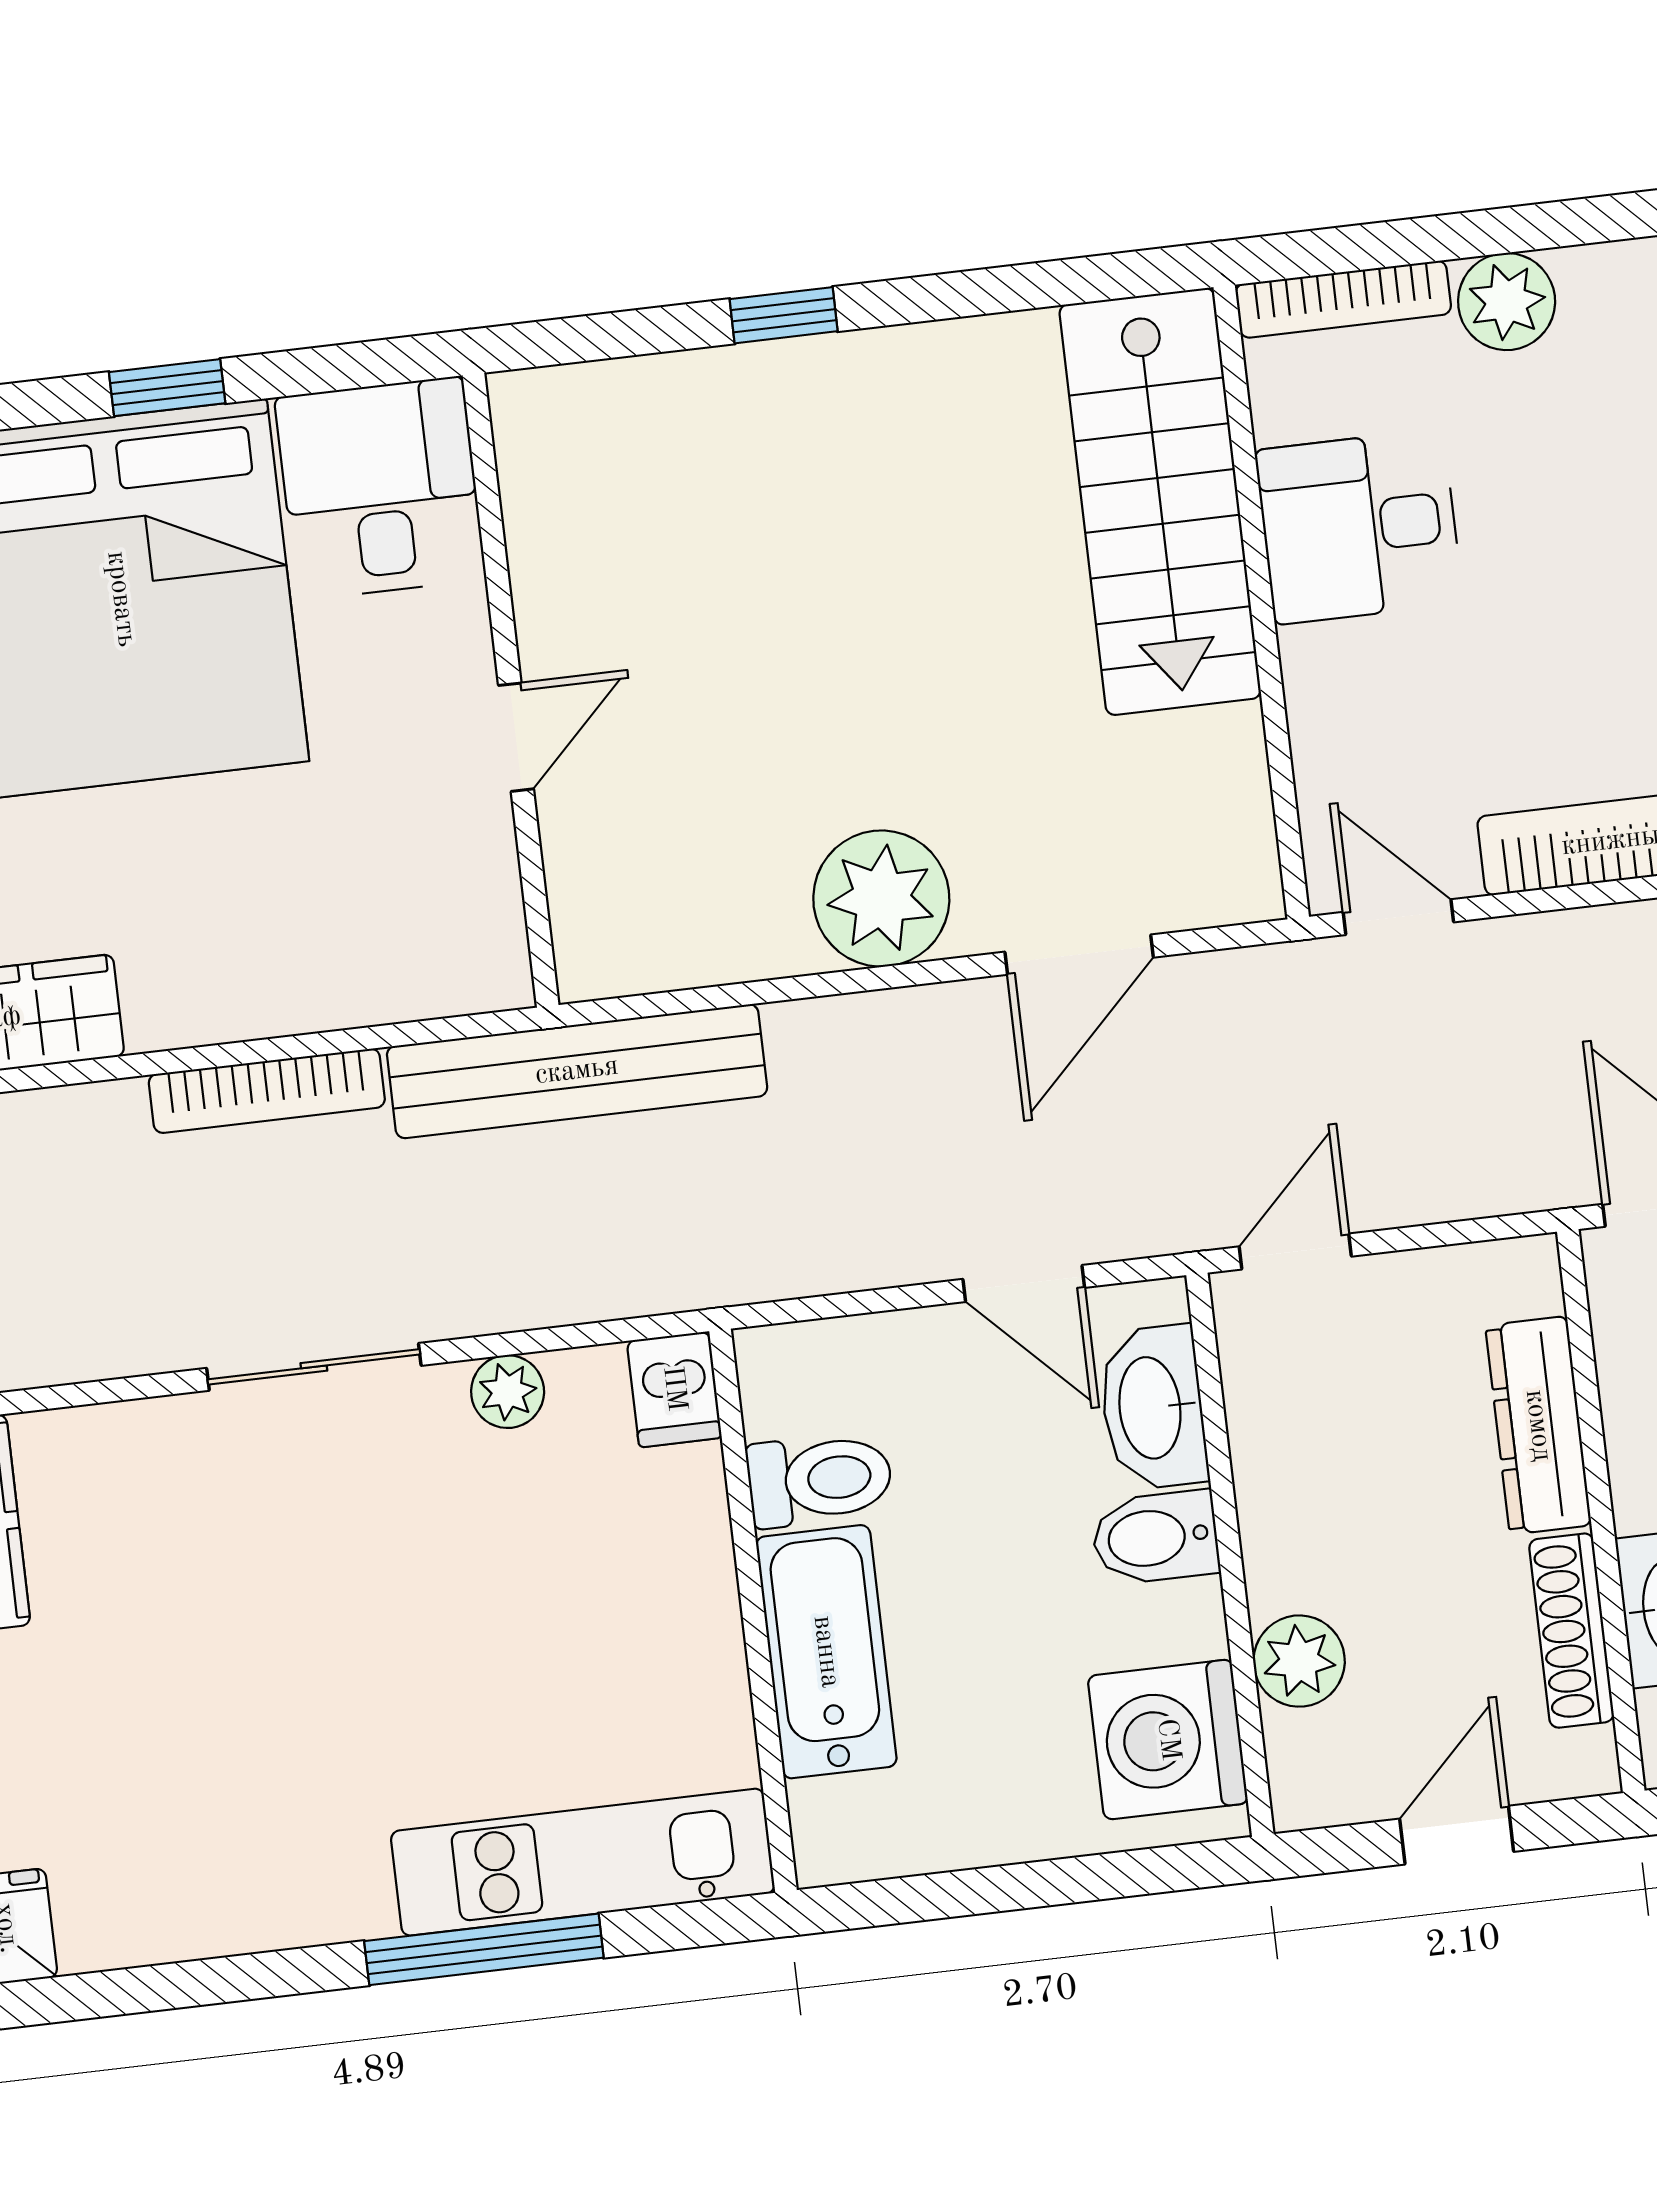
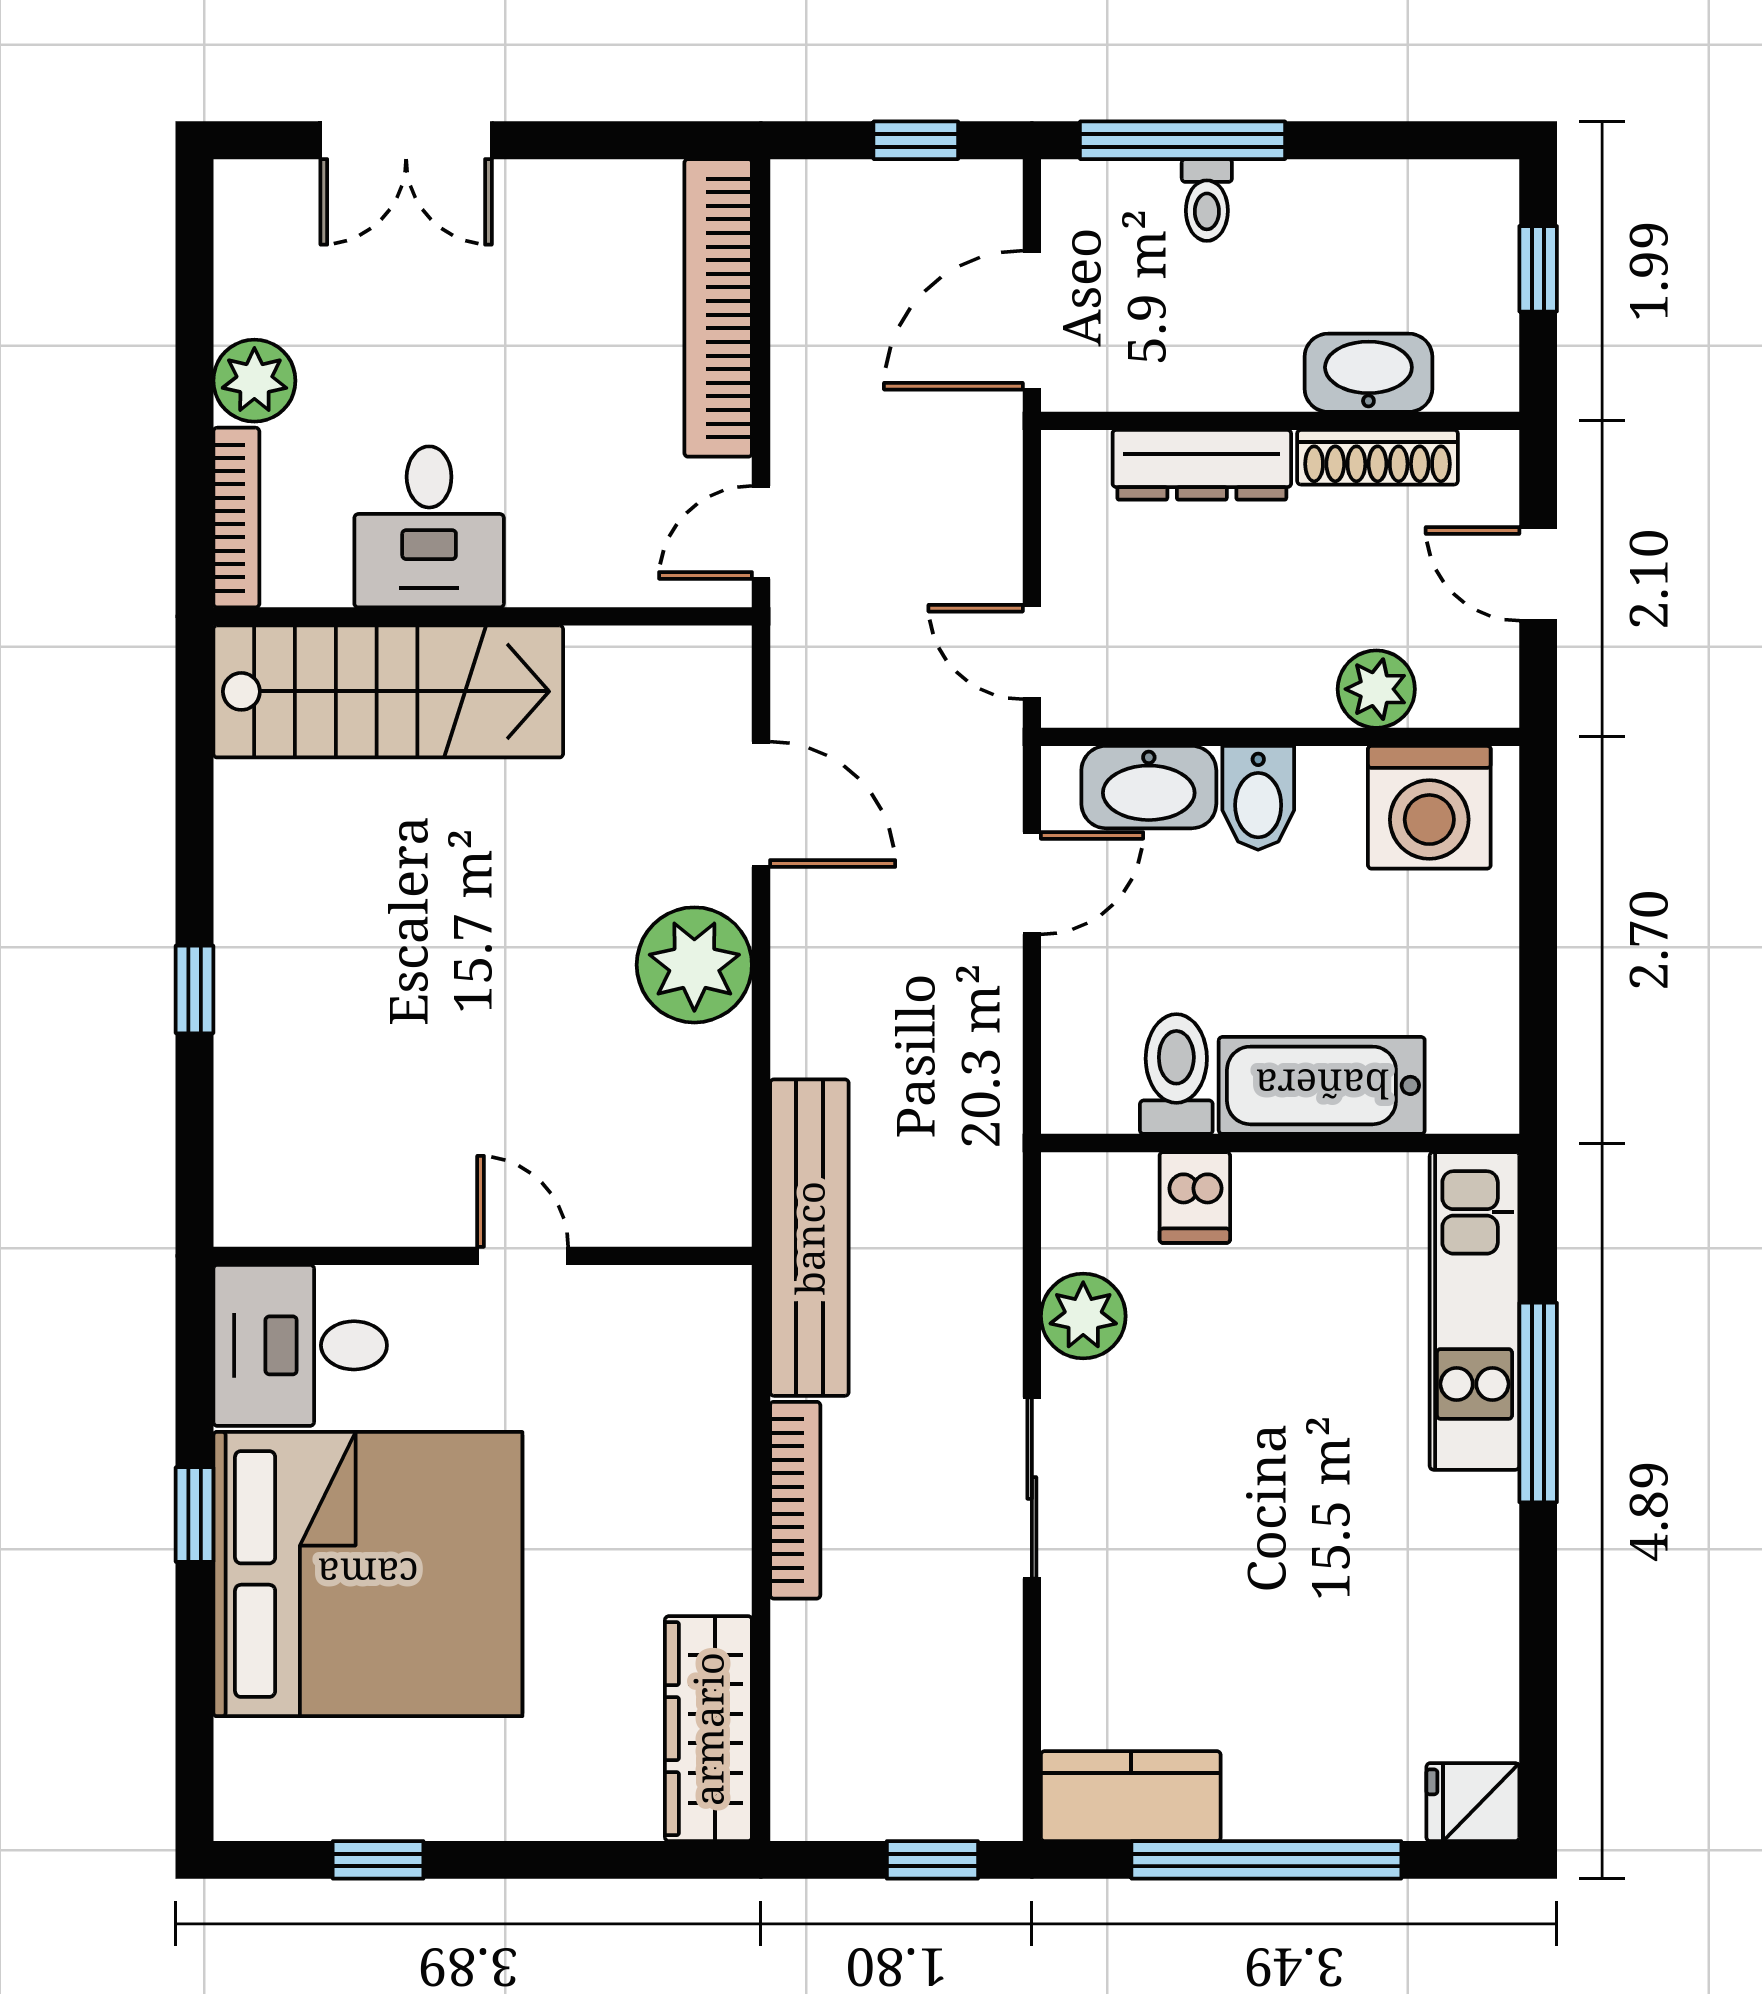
dishwasher: (674, 1389) -> (1195, 1198), moved, turned 90
plant: (508, 1392) -> (1083, 1316), width x1.38, depth x1.38

